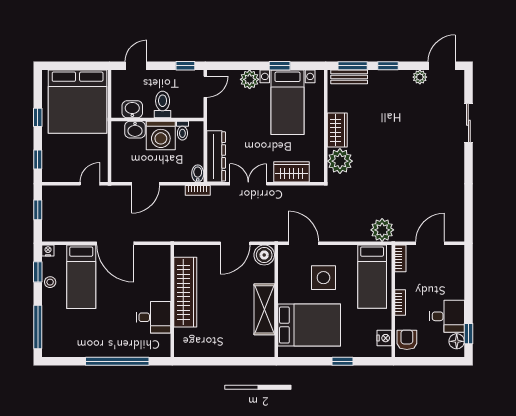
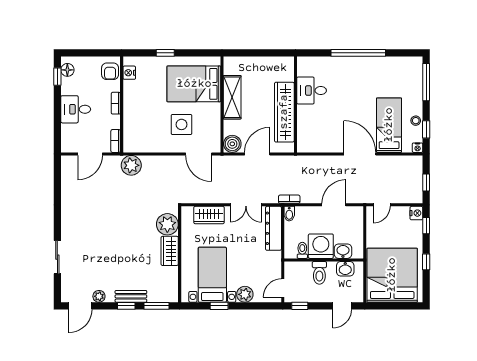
bench: (349, 77) -> (131, 296), moved
nightstand: (49, 174) -> (416, 213), added
bed: (372, 277) -> (140, 125), removed
wardrobe: (185, 292) -> (284, 112), moved
wall: (172, 301) -> (295, 104), moved
desk: (447, 316) -> (76, 109), moved
desk: (153, 317) -> (312, 91), moved

